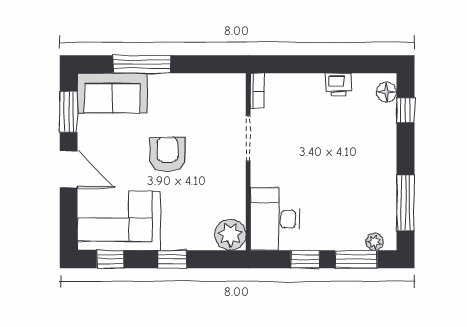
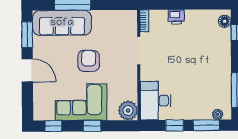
printer: (339, 85) -> (176, 17), moved
sofa: (112, 93) -> (62, 23), width x1.36
corner sofa: (119, 221) -> (81, 102), moved

